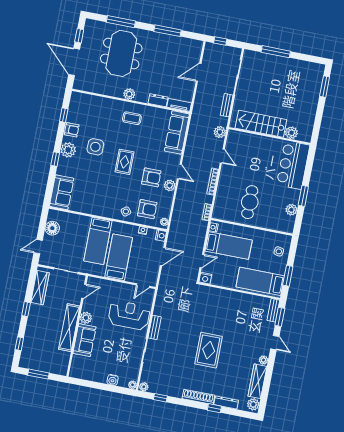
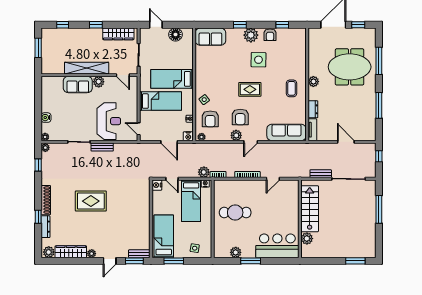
plant: (220, 132) -> (204, 172), moved

